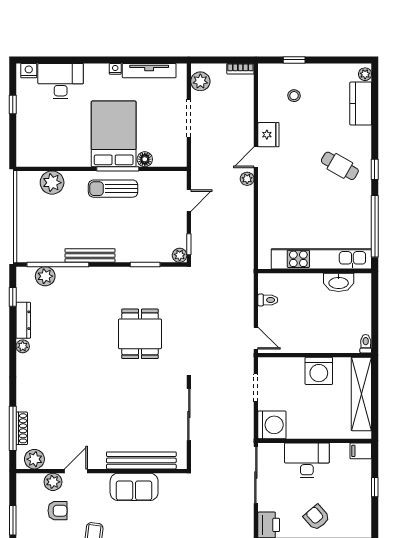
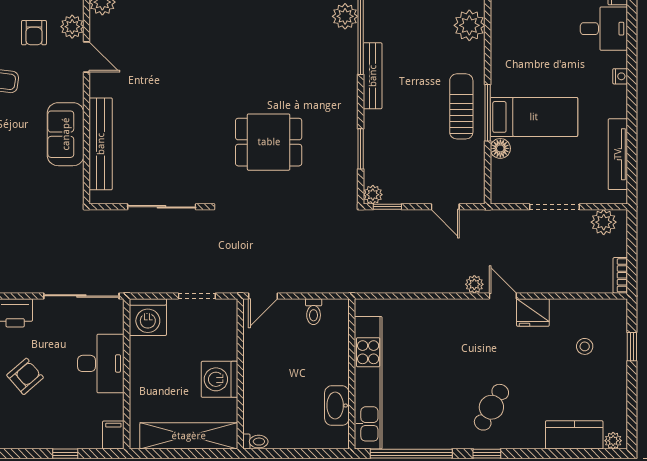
nightstand: (115, 69) -> (620, 76), moved
desk: (61, 81) -> (604, 29), width x0.73
bed: (114, 134) -> (534, 117), width x0.67

